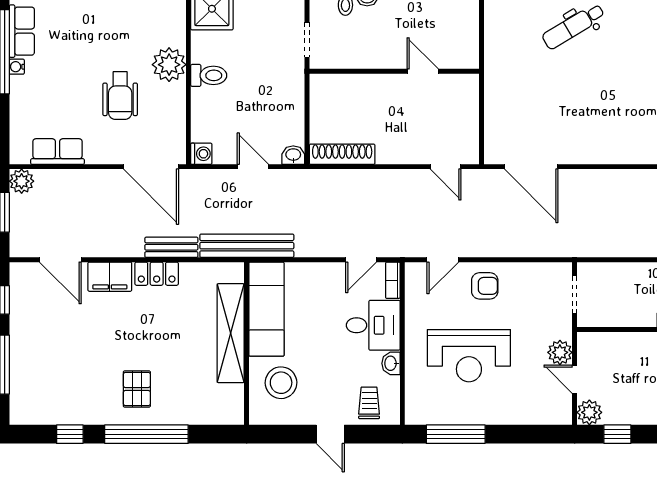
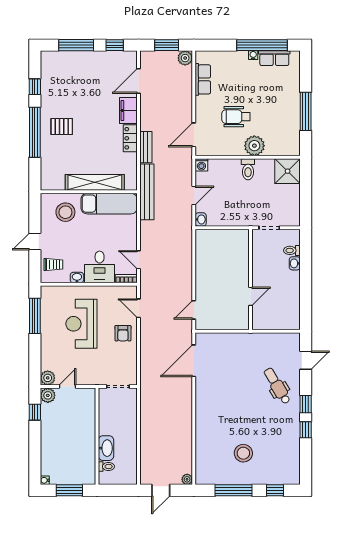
shoe rack: (342, 154) -> (201, 249), removed
door: (151, 167) -> (194, 135), width x0.73
plant: (560, 352) -> (48, 378), moved

